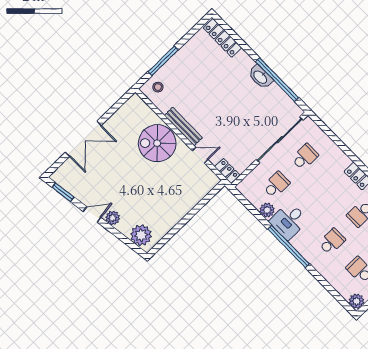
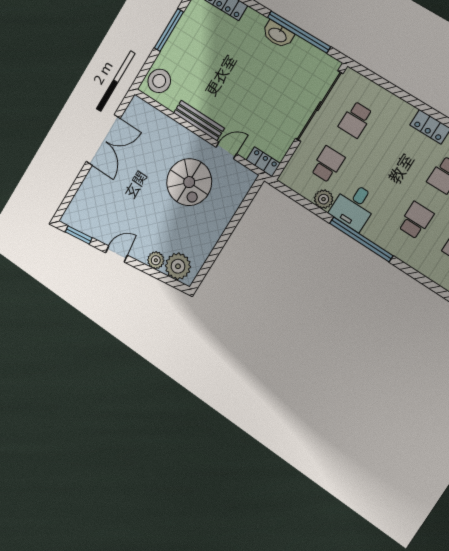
window: (163, 61) -> (169, 30), moved
stool: (158, 87) -> (159, 81), width x1.89, depth x1.89
double door: (83, 139) -> (103, 140), moved
spiral stairs: (157, 143) -> (189, 182), moved, turned -90
school desk: (305, 157) -> (356, 120), turned 180
plant: (113, 218) -> (156, 260), moved

